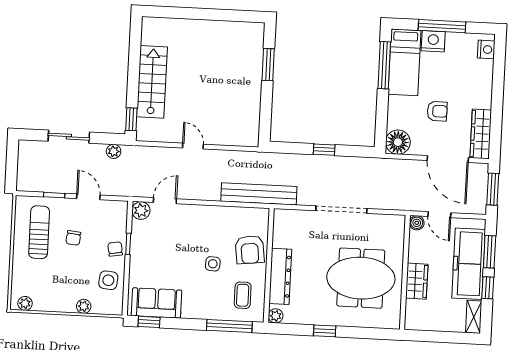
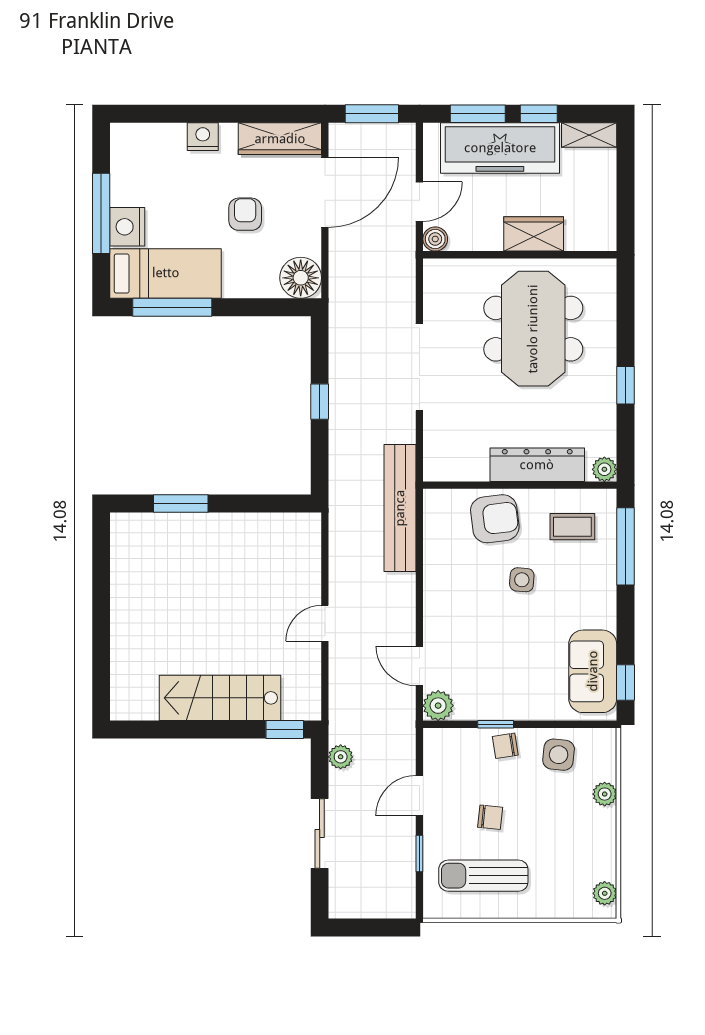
nightstand: (486, 49) -> (203, 137), moved

